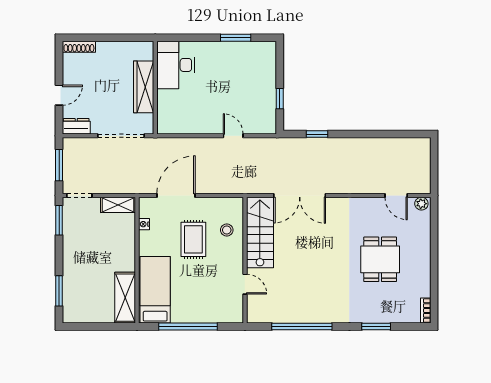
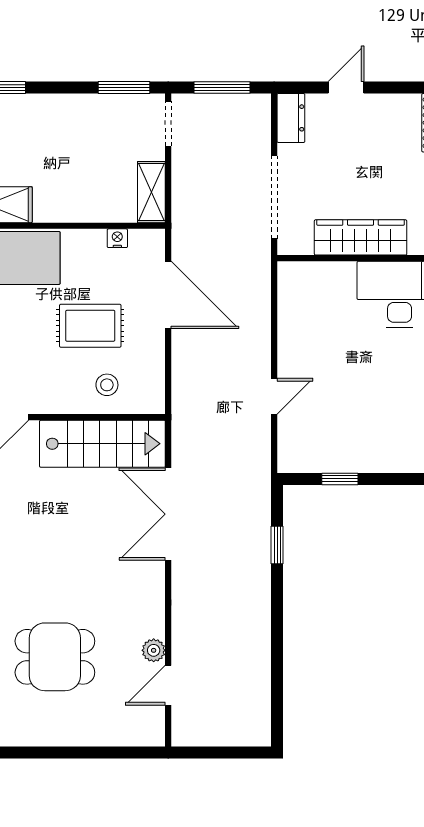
door: (59, 95) -> (346, 87), swing flipped
plant: (421, 204) -> (154, 650), moved

